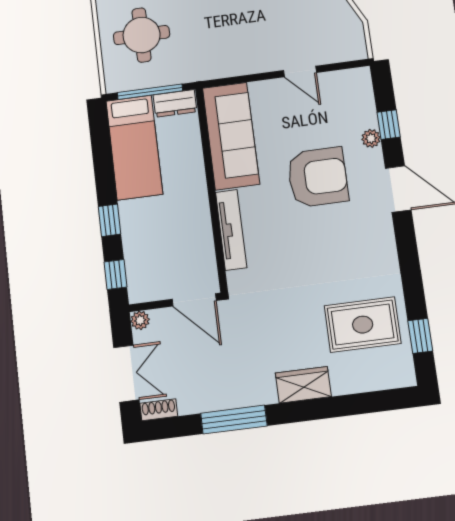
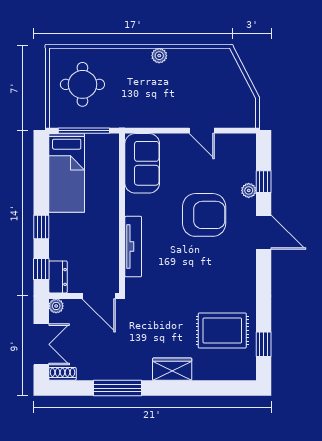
dresser: (175, 103) -> (58, 277), moved, turned -90
sofa: (231, 136) -> (142, 163), width x0.73

